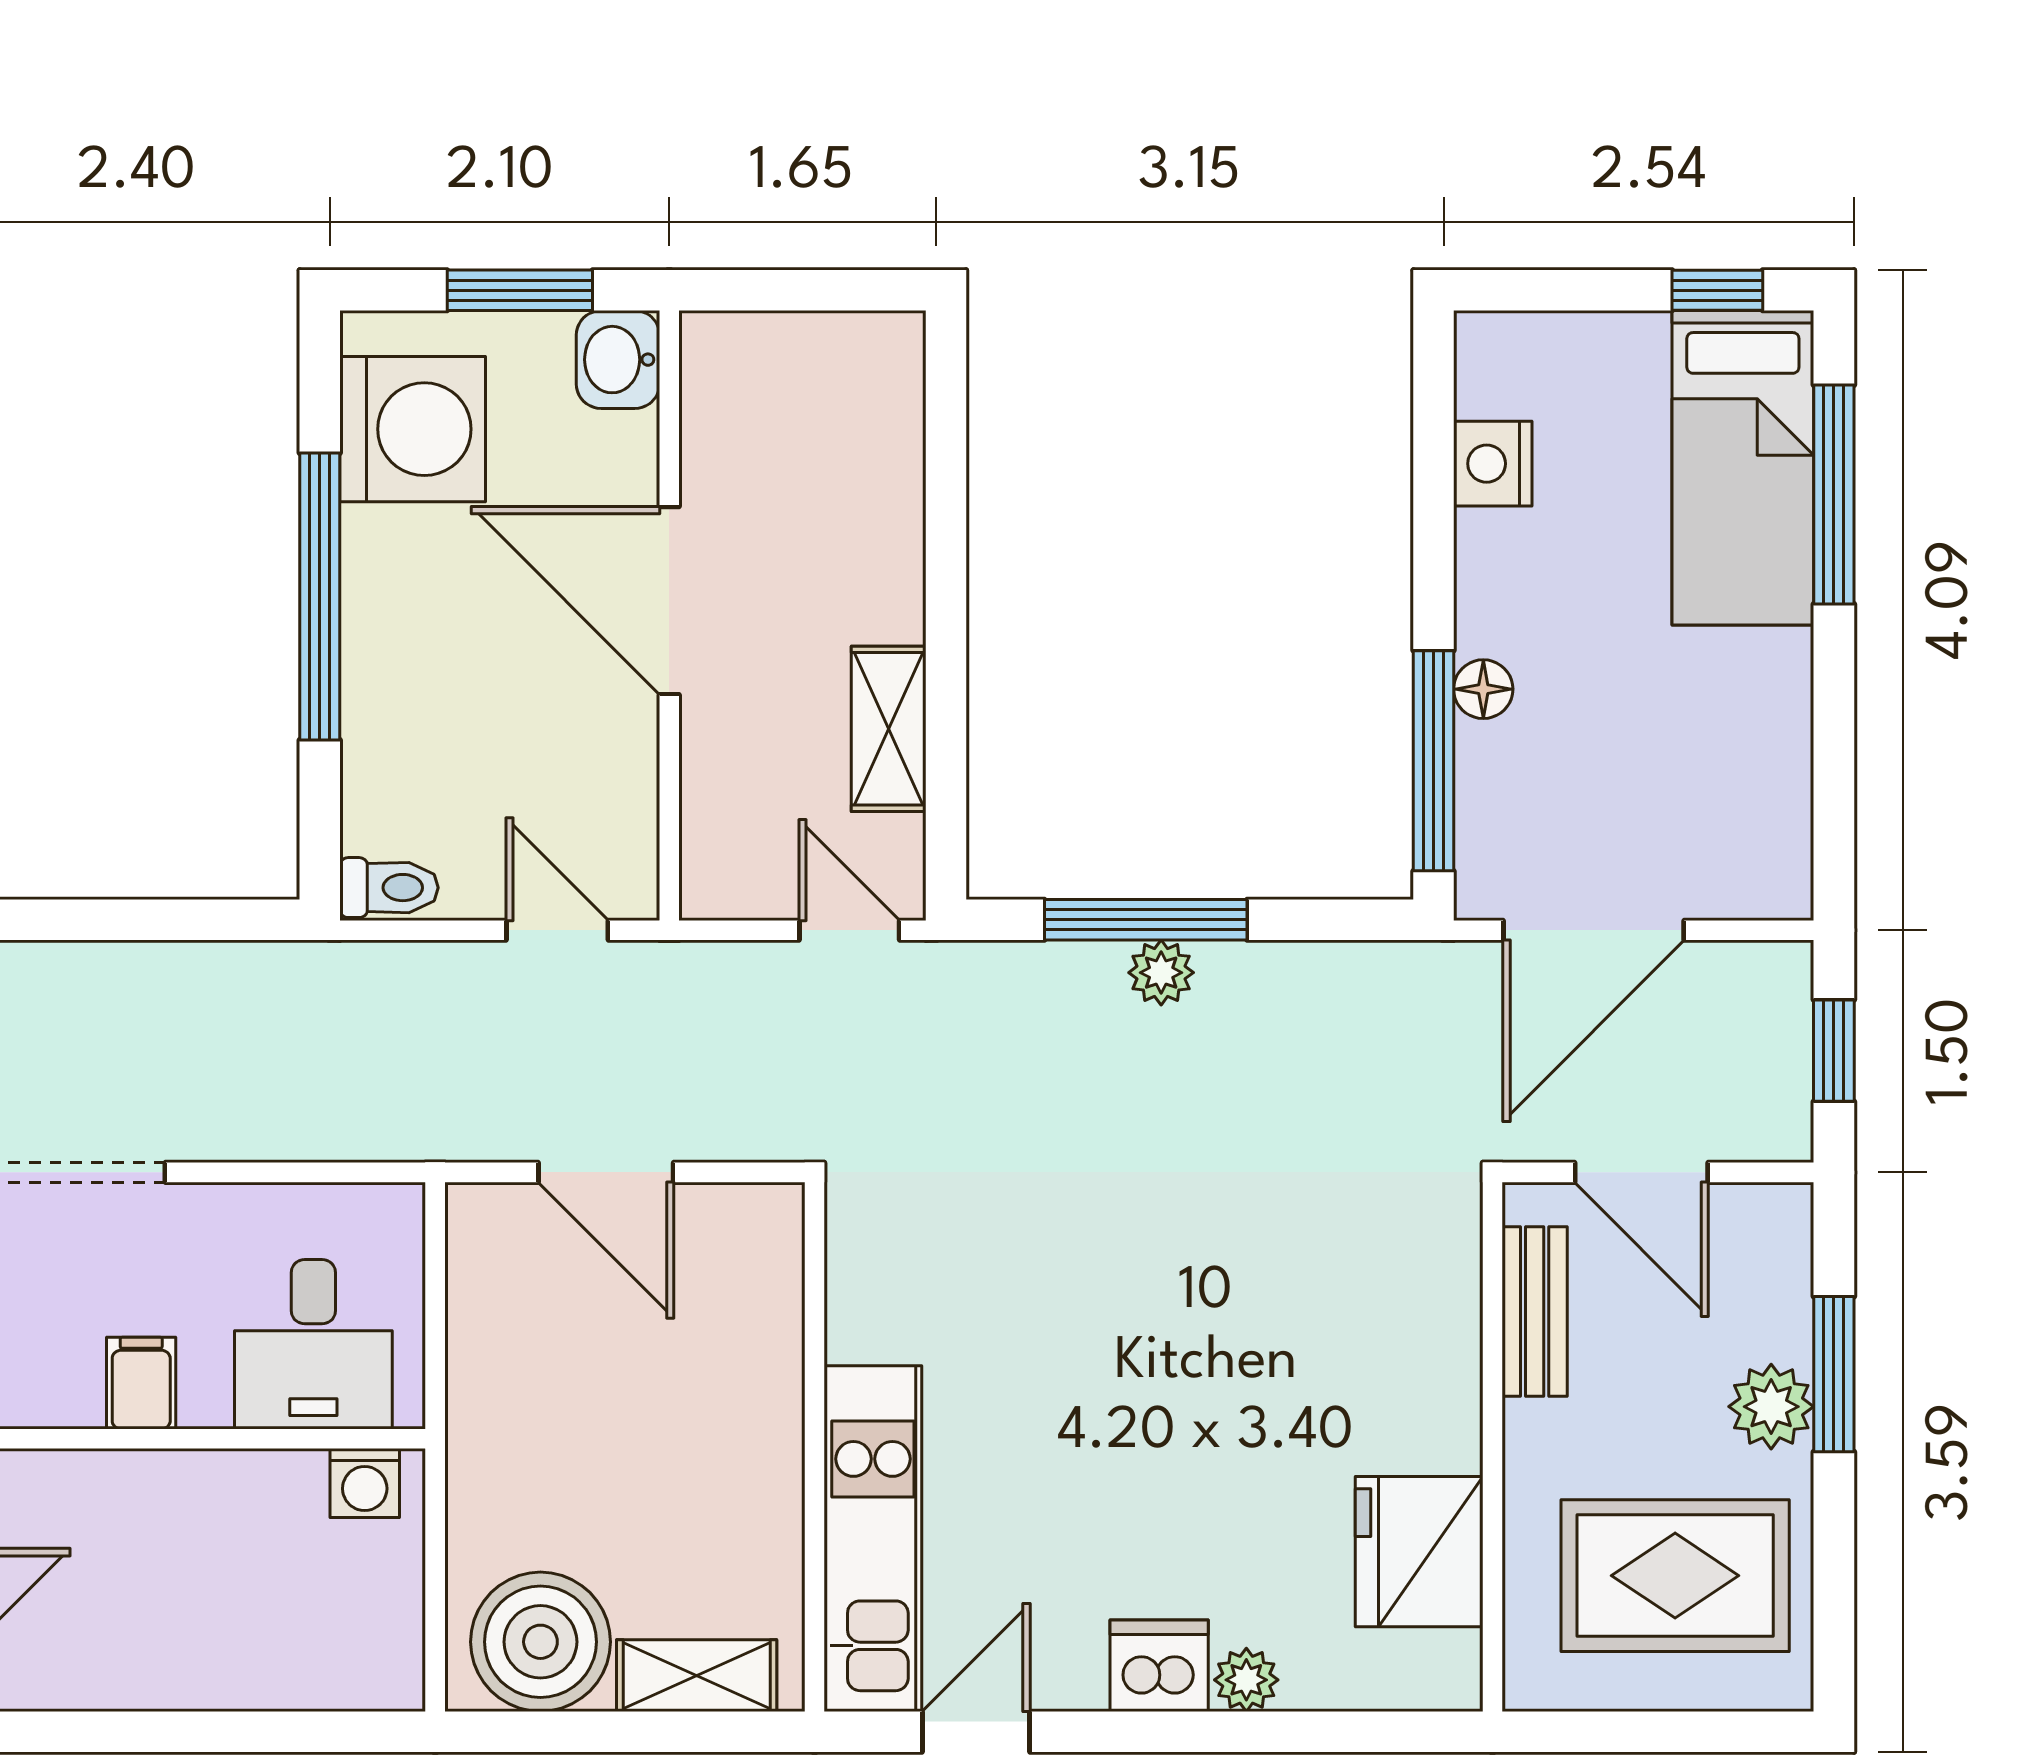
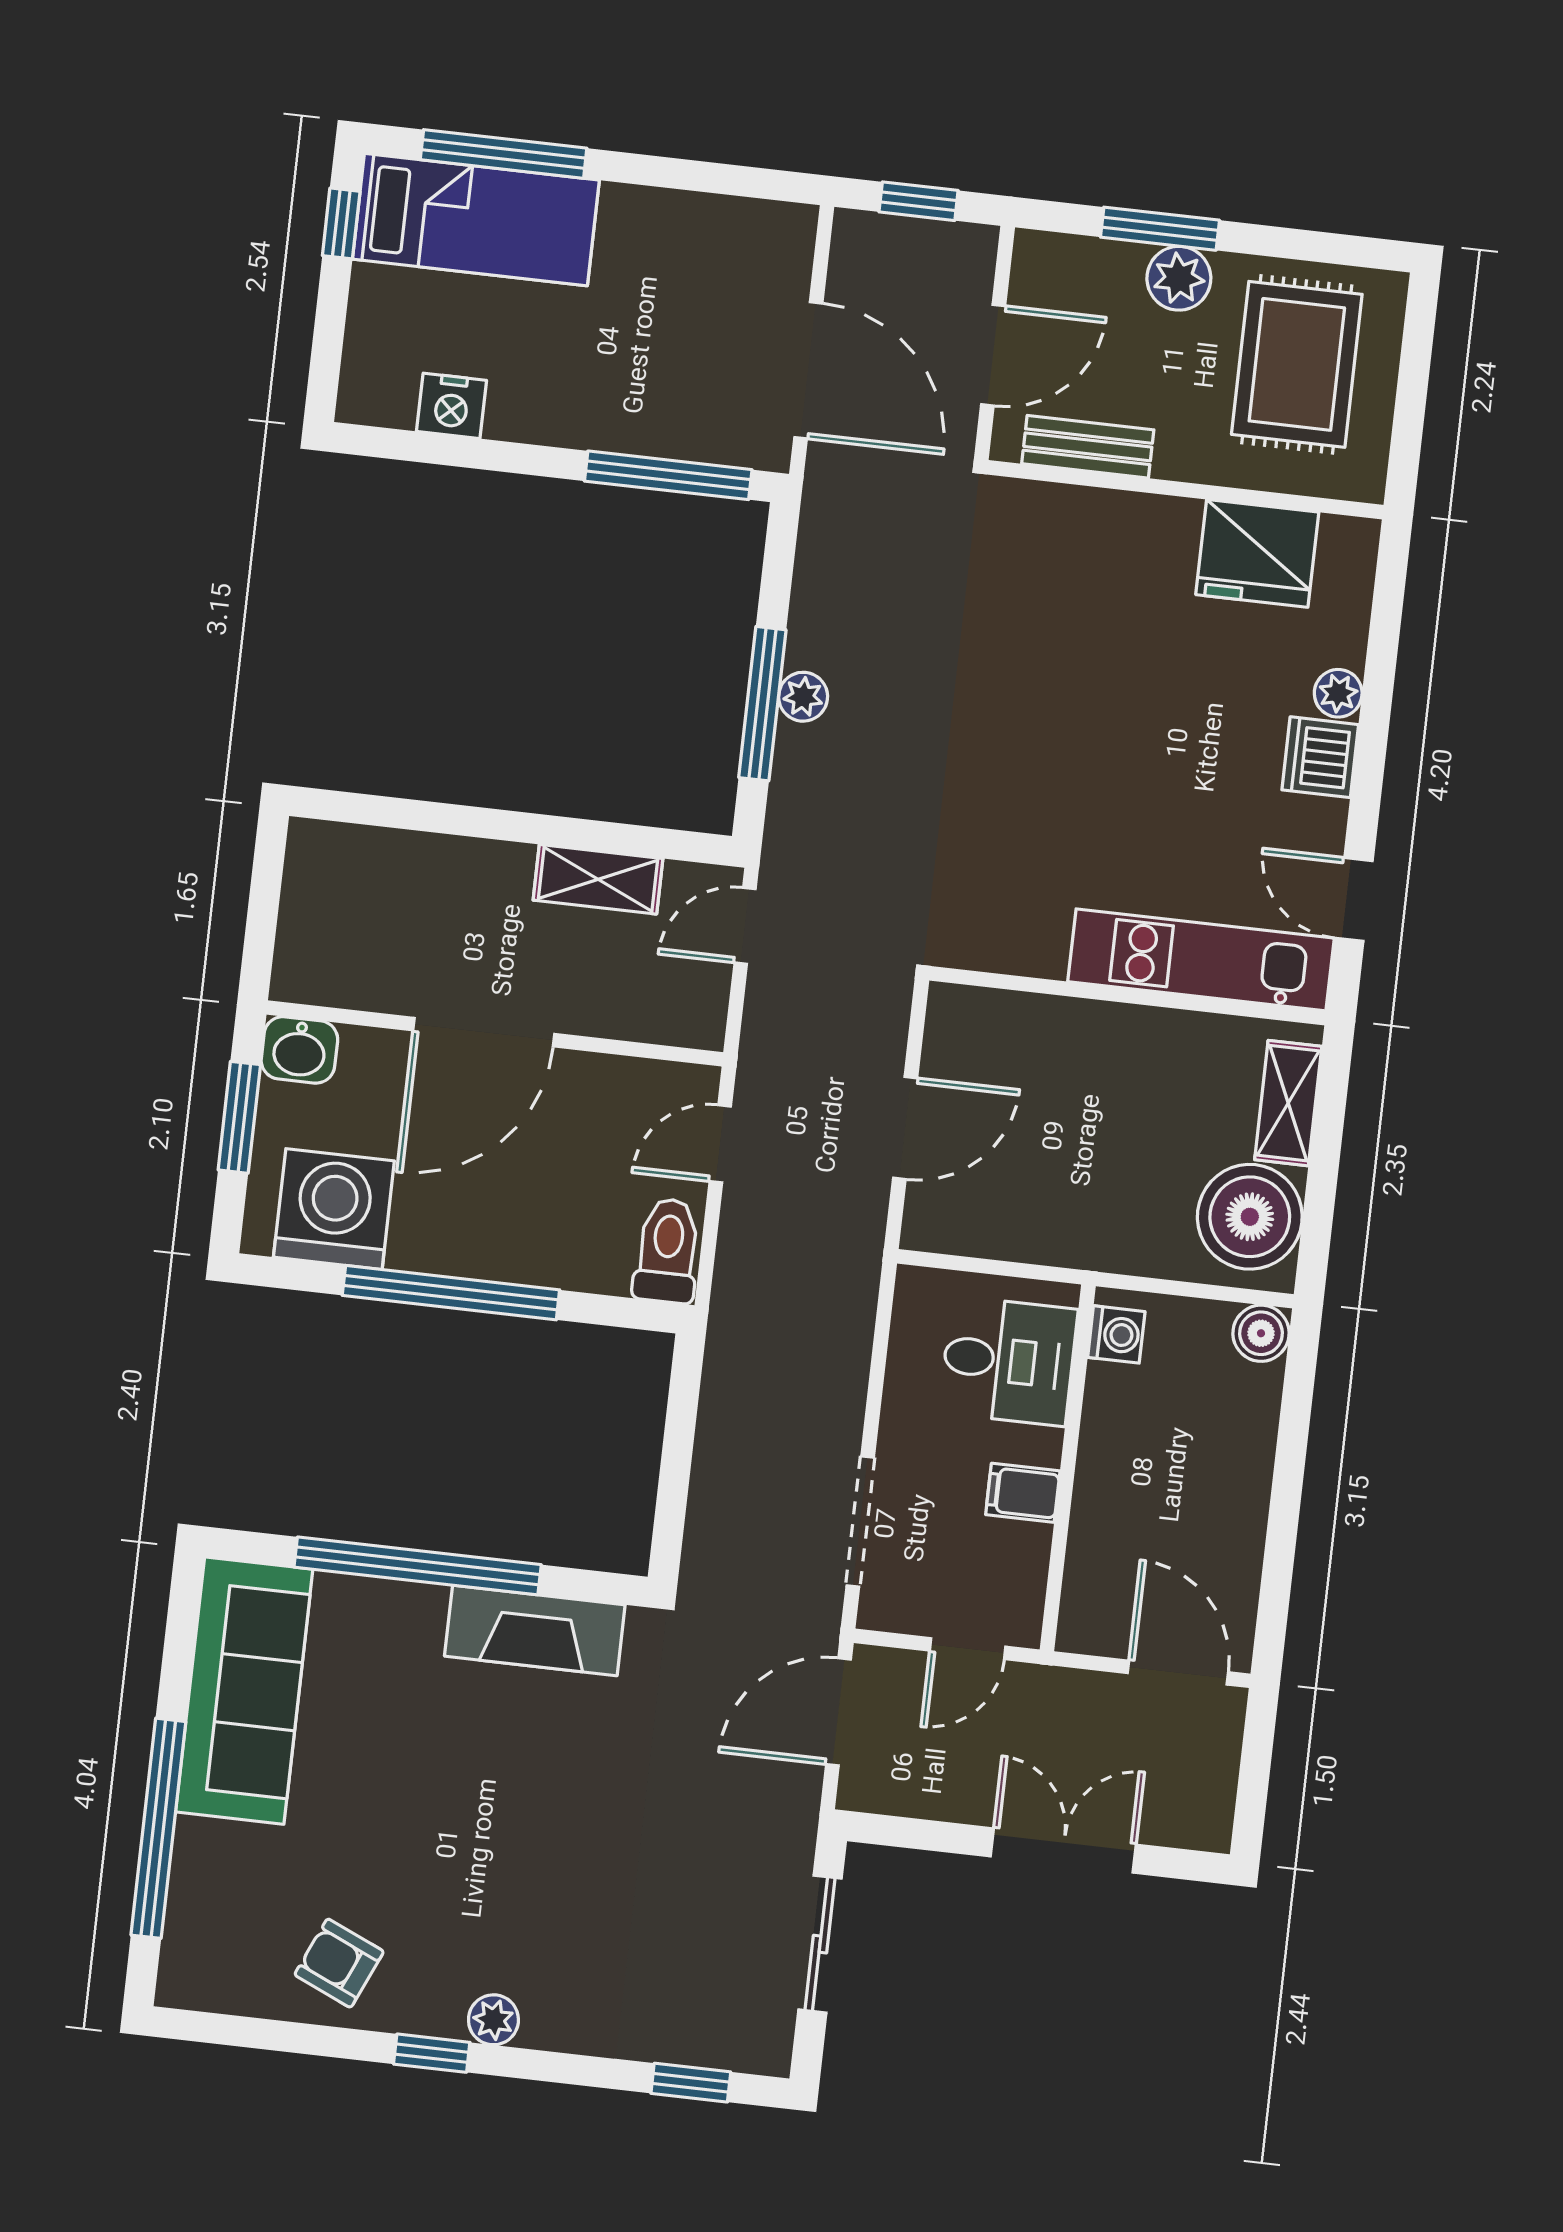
floor lamp: (1483, 689) -> (619, 432), removed
toilet: (389, 888) -> (667, 1251), width x1.37, depth x1.39
boiler: (388, 1674) -> (1261, 1333), added

